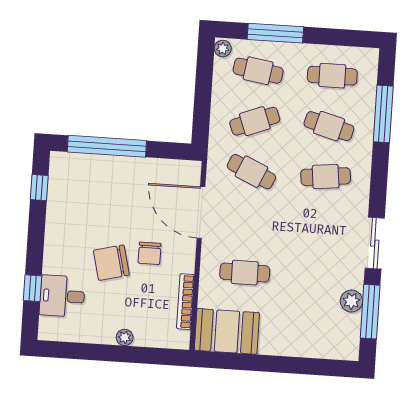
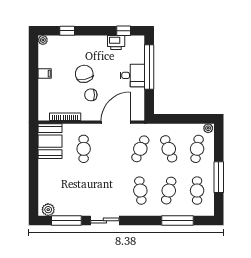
window: (275, 33) -> (219, 177), moved
printer: (59, 202) -> (116, 42), added
desk: (62, 296) -> (132, 75), moved, turned 90
plant: (351, 301) -> (48, 210), moved
filing cabinet: (106, 333) -> (45, 74), added
plant: (125, 337) -> (43, 40), moved

